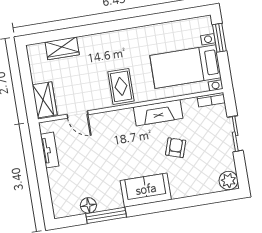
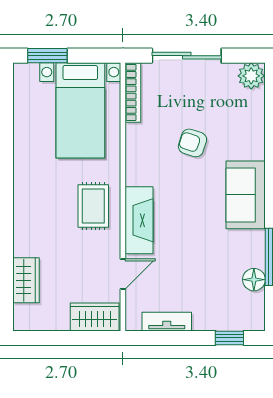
rug: (121, 86) -> (93, 206), turned 90
bookcase: (211, 100) -> (133, 92), width x1.56
fireplace: (158, 113) -> (139, 220), moved
sliding door: (235, 134) -> (187, 56), width x1.37
window: (45, 195) -> (229, 338), added

